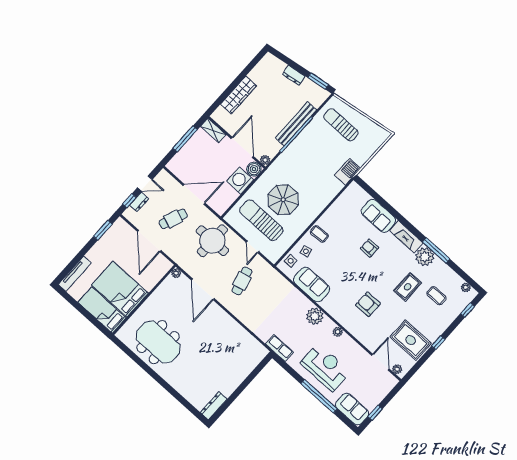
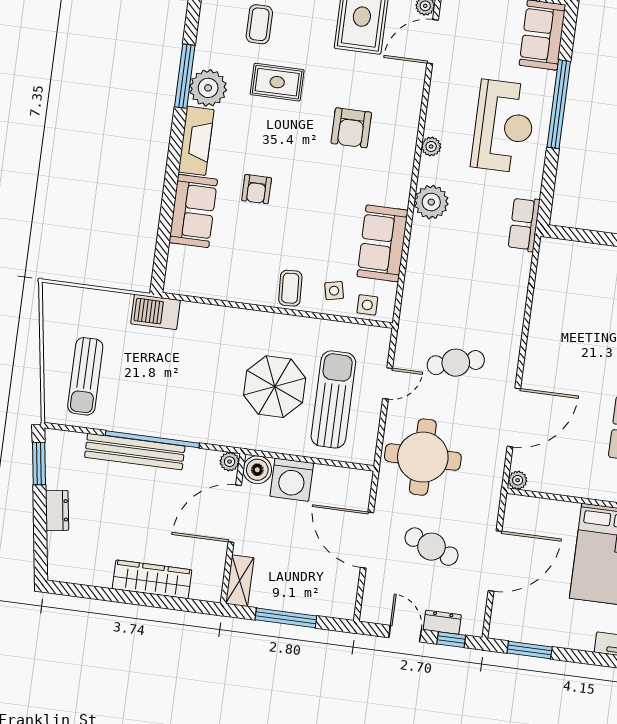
sun lounger: (261, 220) -> (333, 399), turned 180
reception desk: (325, 367) -> (504, 126), turned 180

